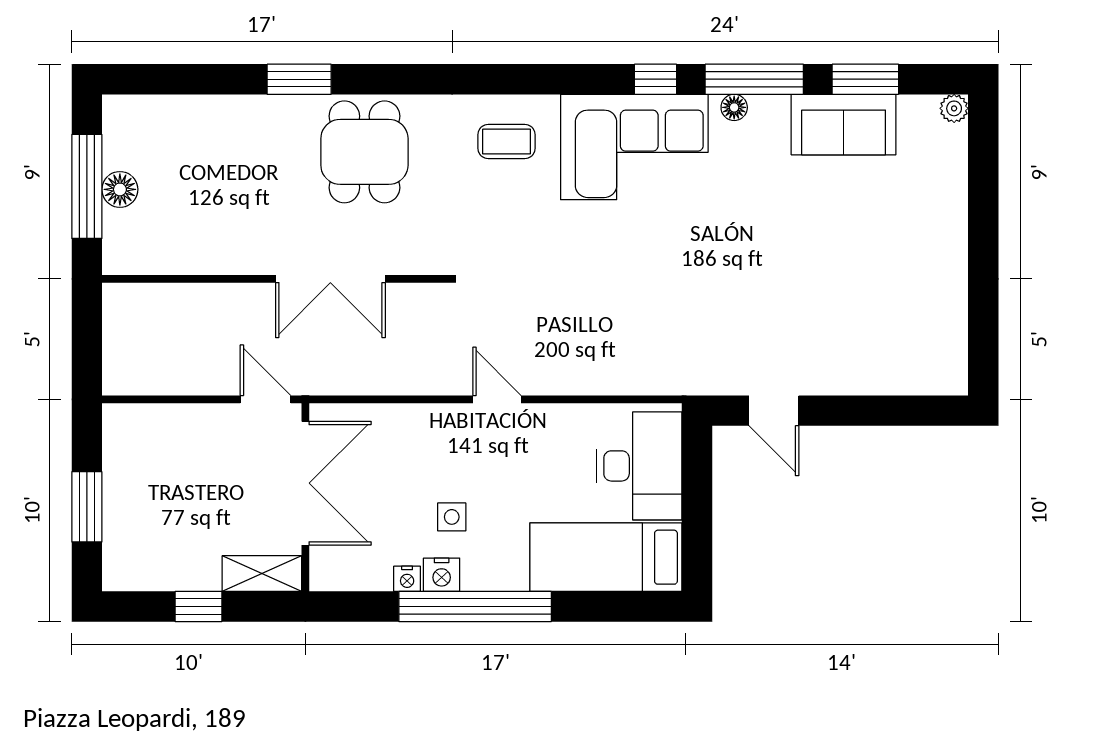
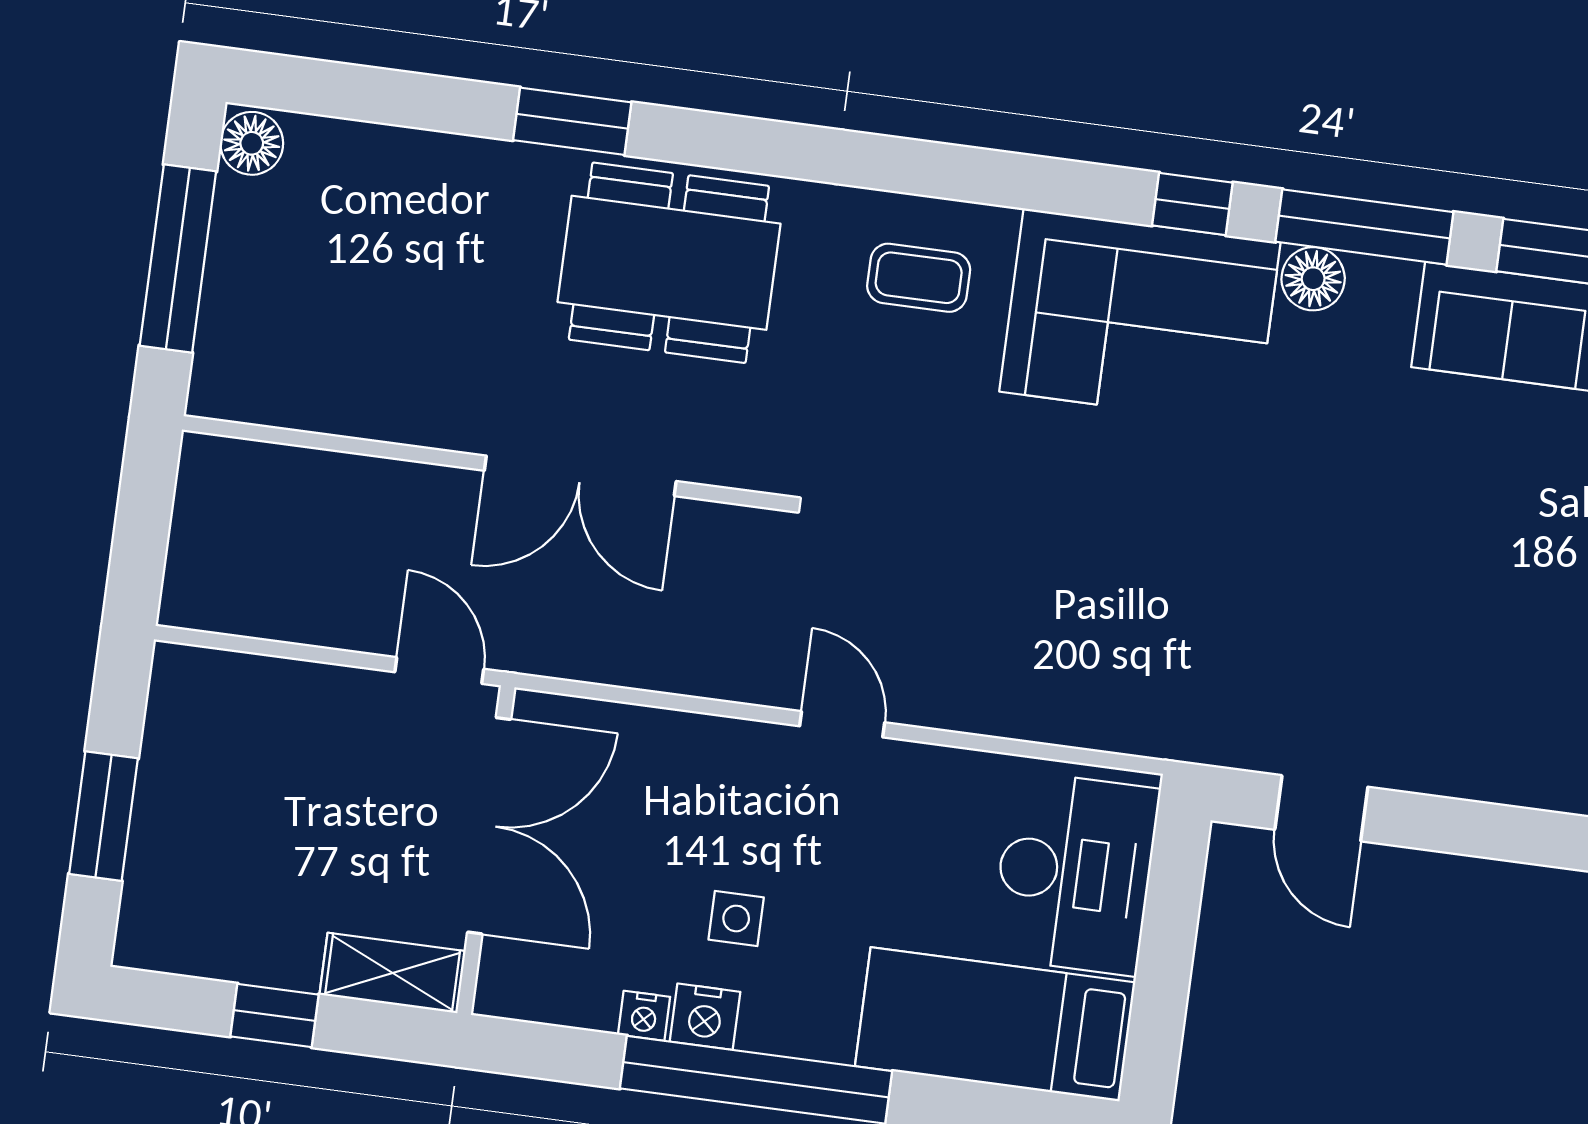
floor lamp: (734, 107) -> (1313, 279), width x1.37, depth x1.37
dining table: (364, 152) -> (669, 263), width x1.38
floor lamp: (120, 189) -> (252, 143), moved

